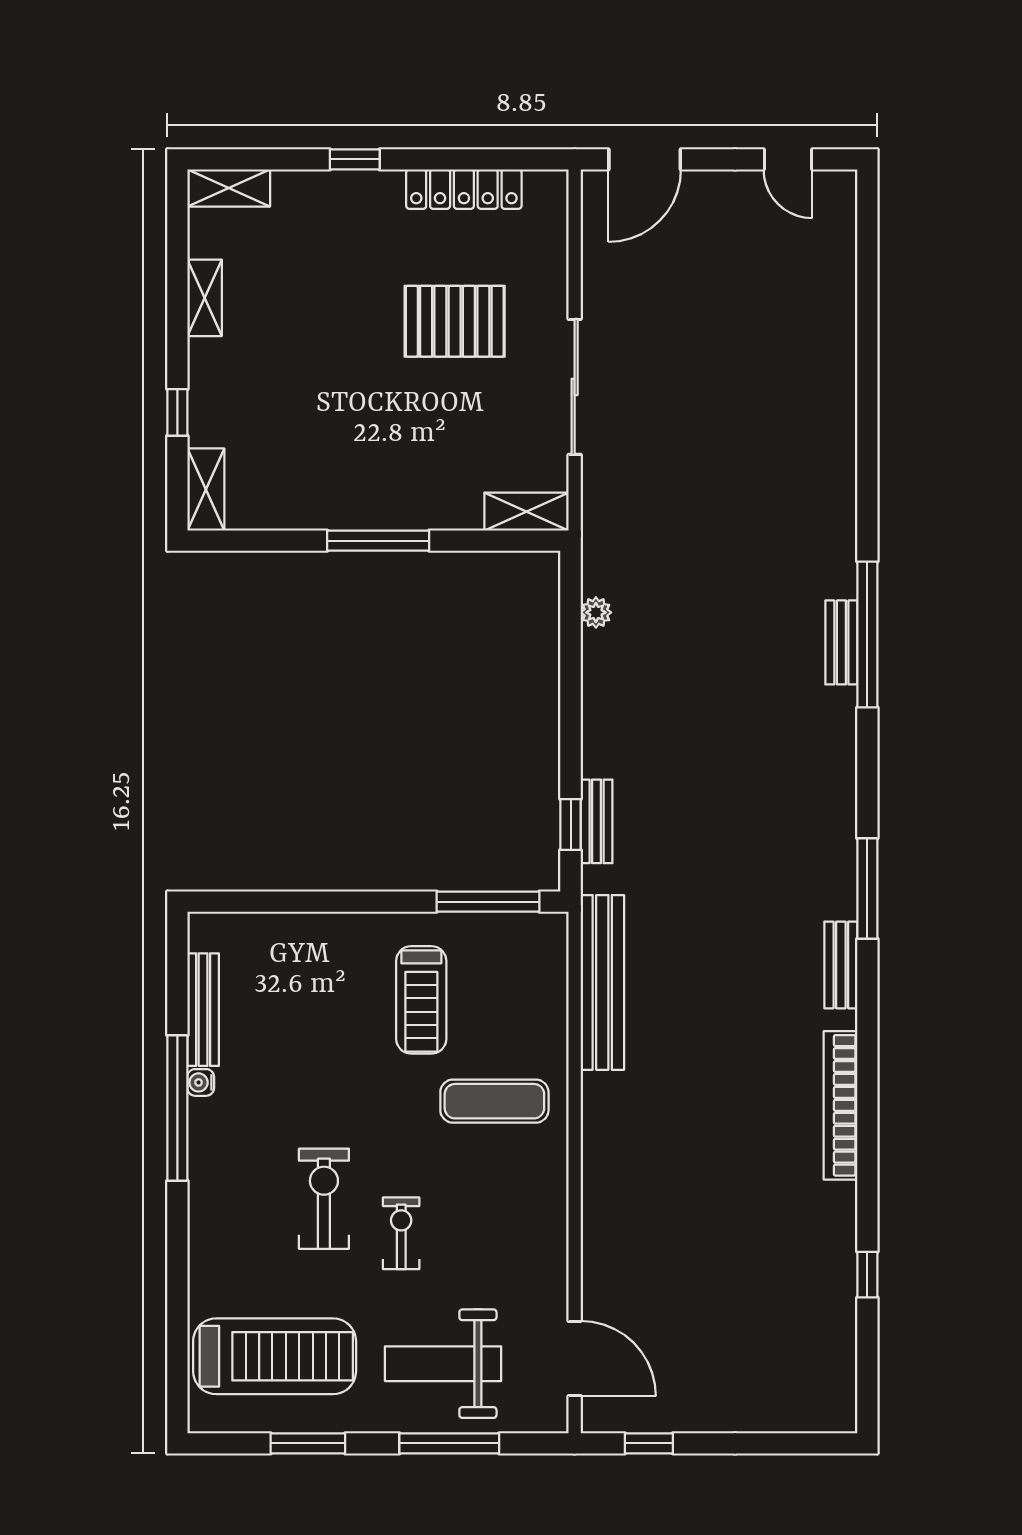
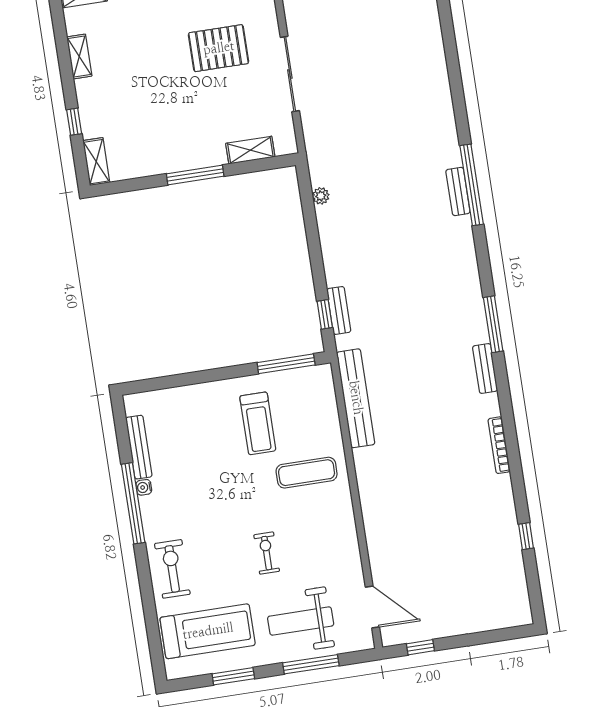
shelving: (526, 512) -> (250, 150), moved
bookcase: (841, 1105) -> (499, 445), width x0.68, depth x0.76
exercise bike: (324, 1199) -> (172, 569), moved

